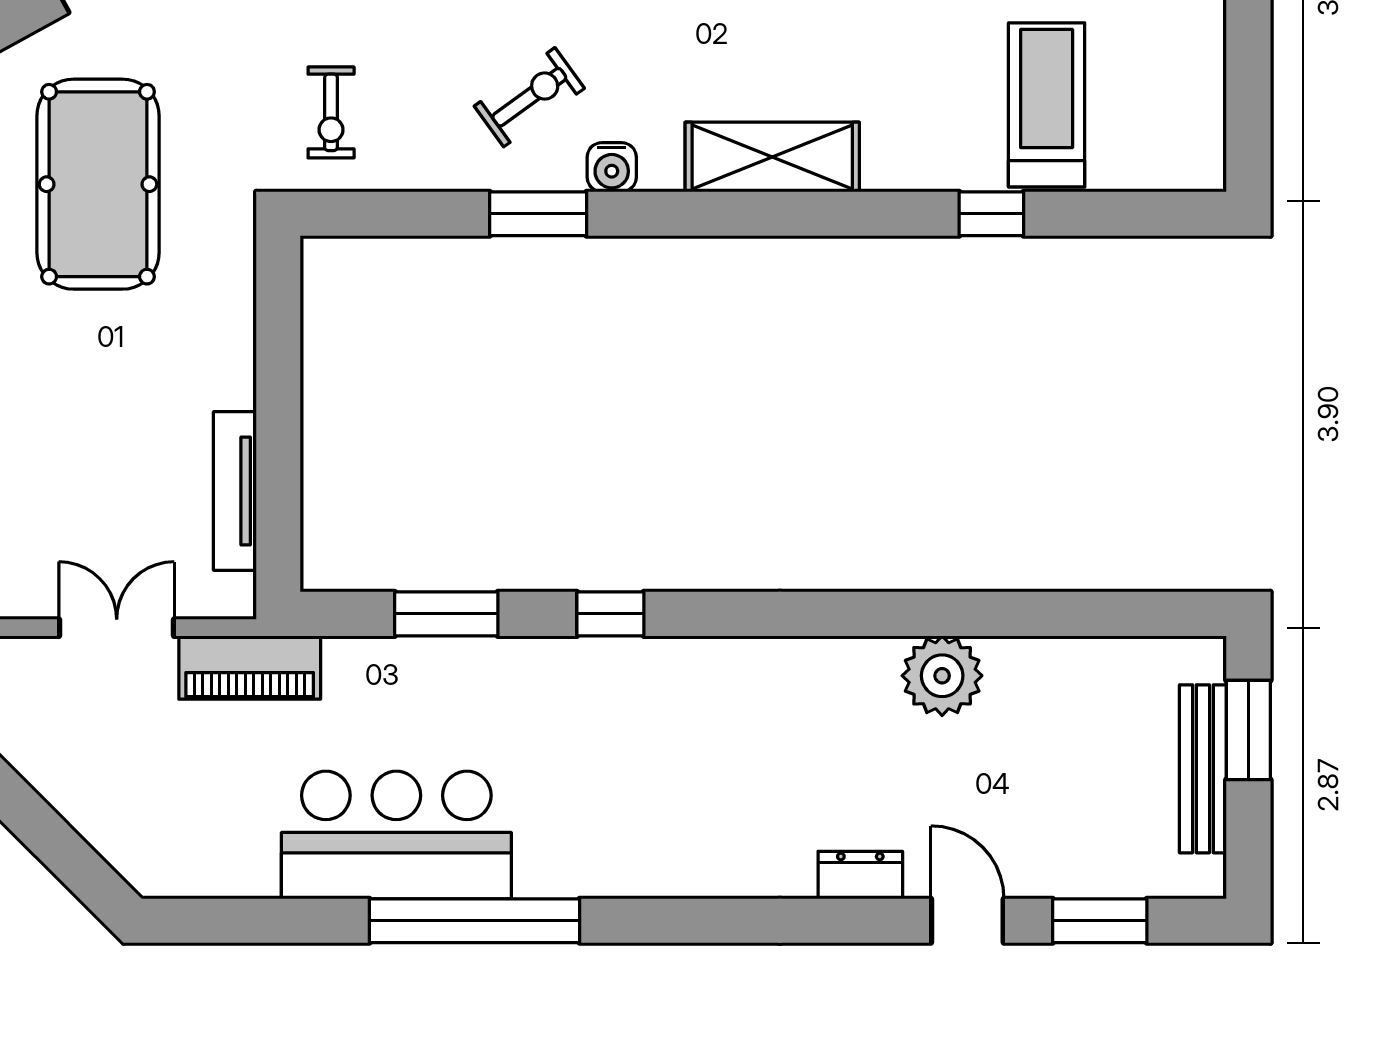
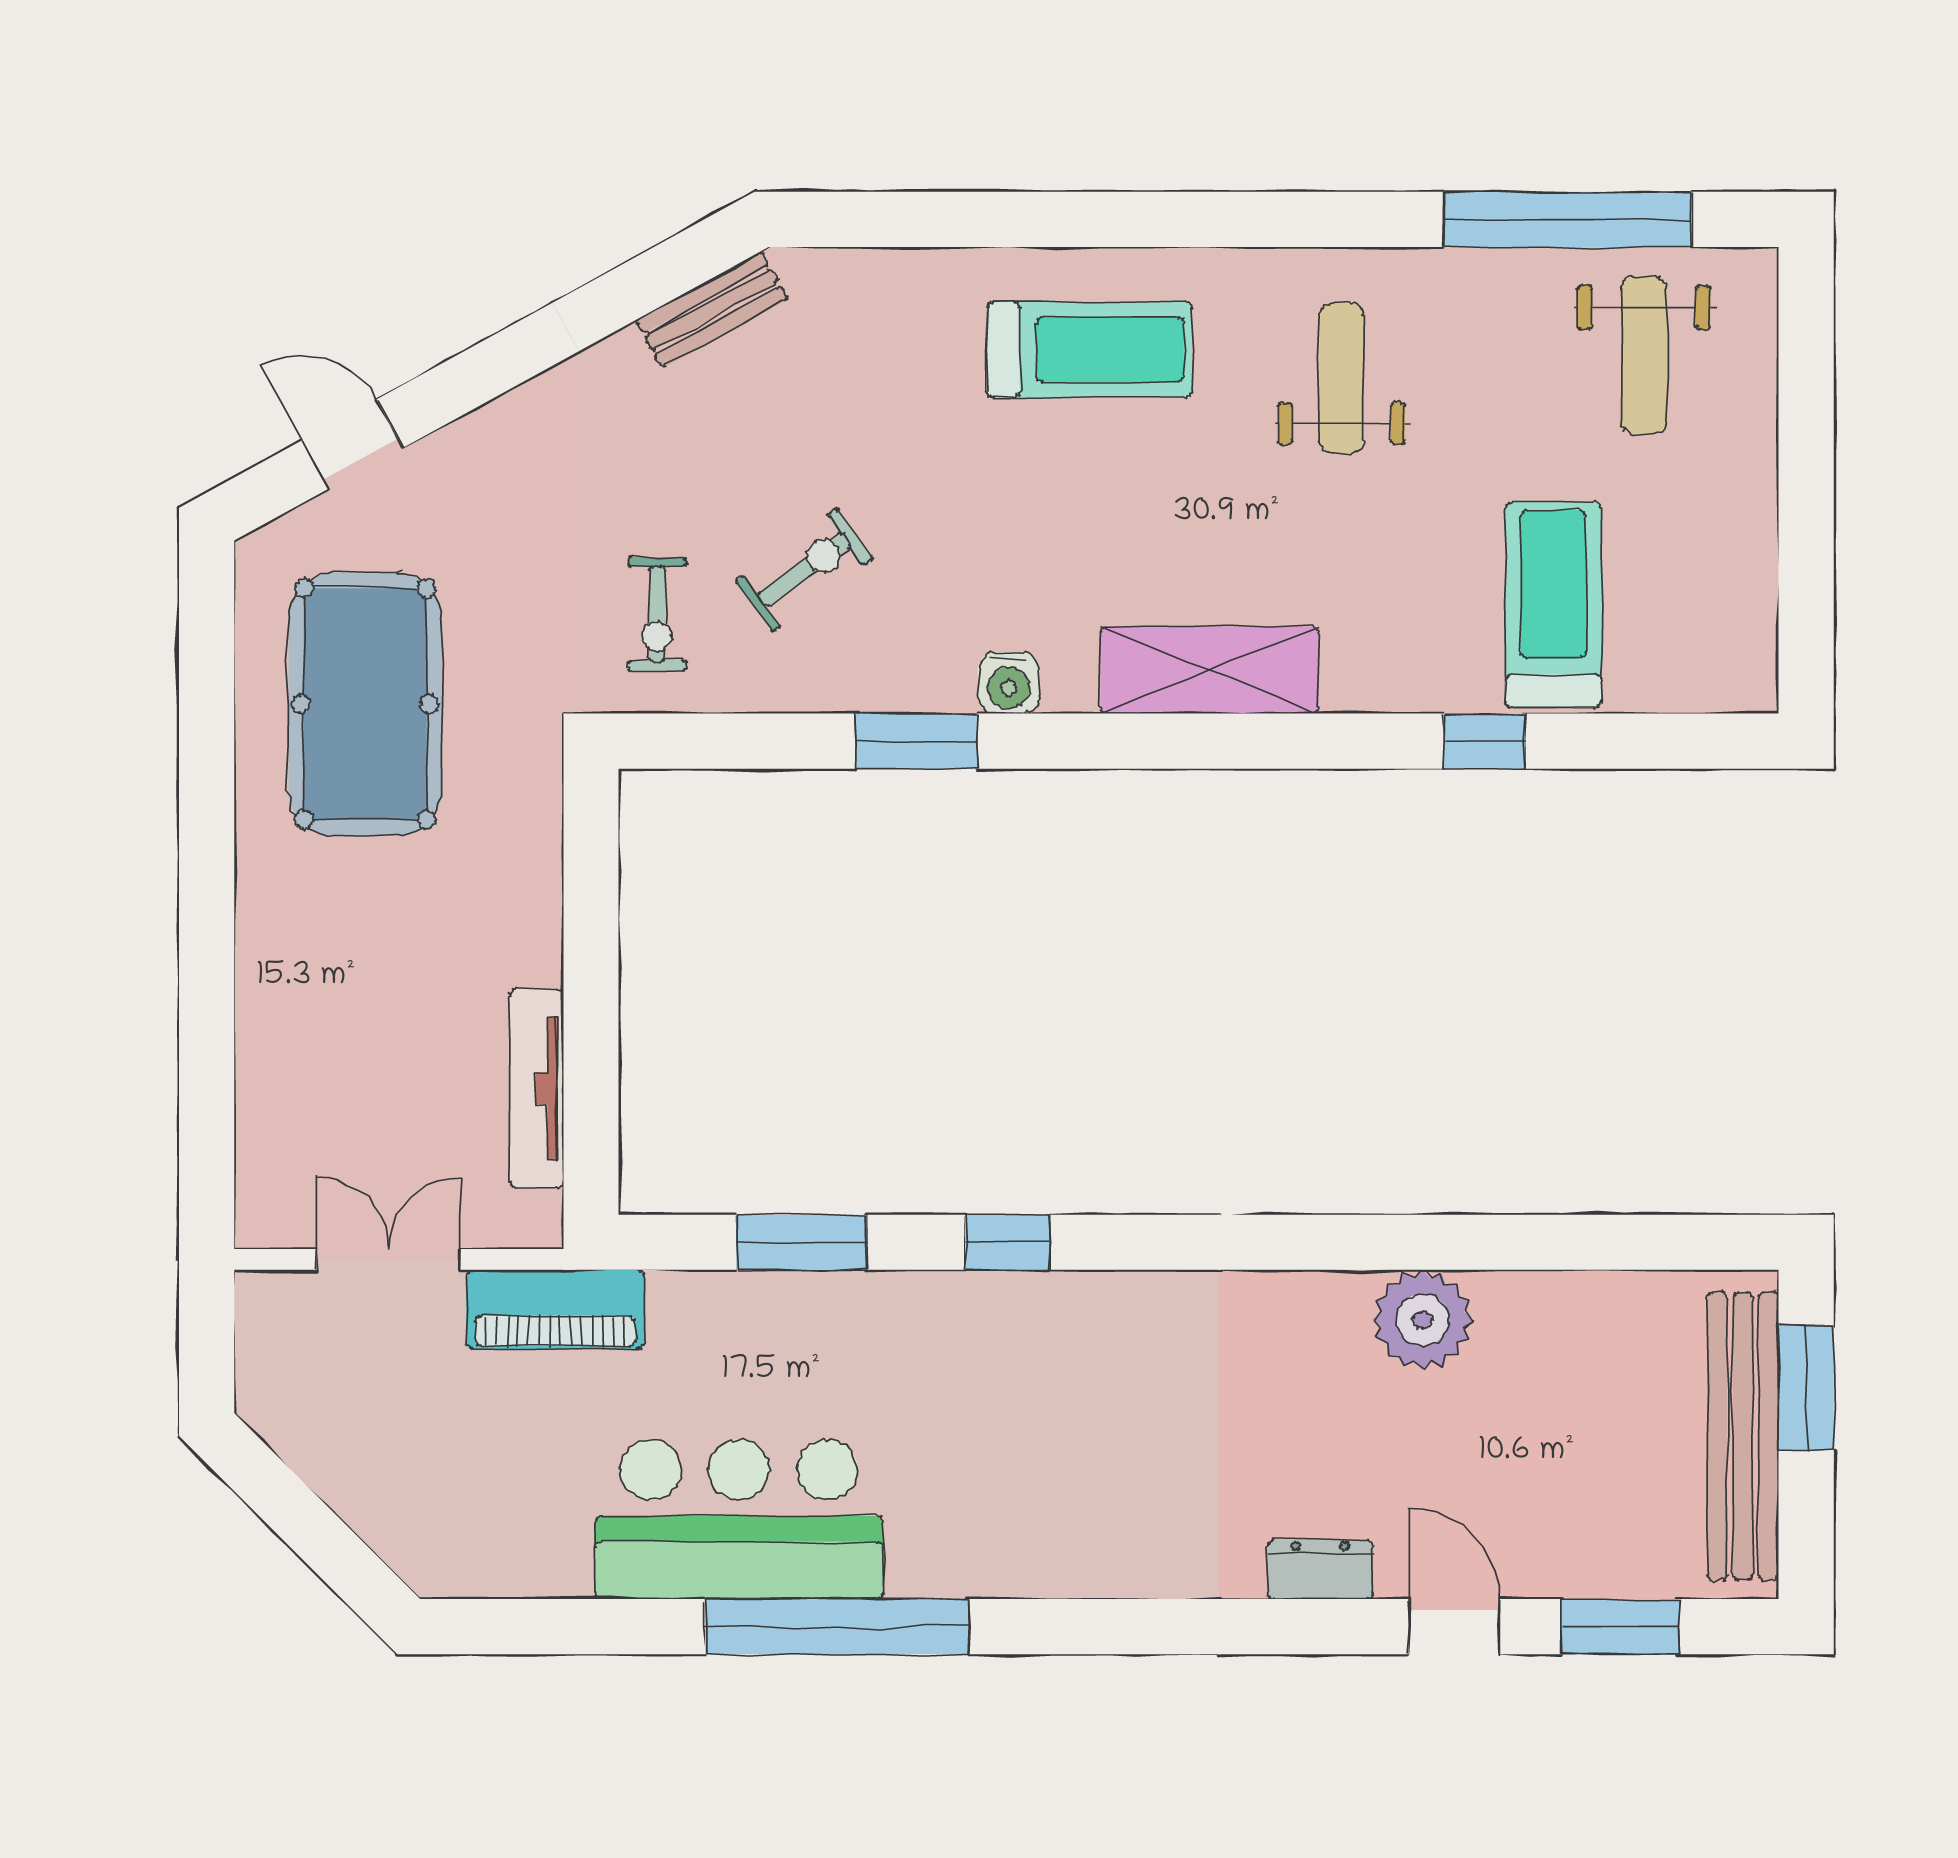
exercise bike: (529, 97) -> (805, 570), moved
bench: (1203, 769) -> (1743, 1436), width x1.37, depth x1.21

